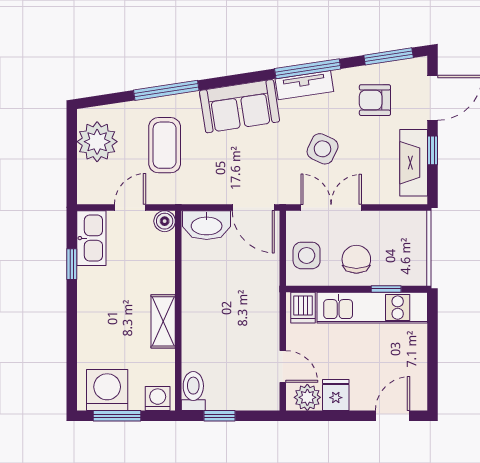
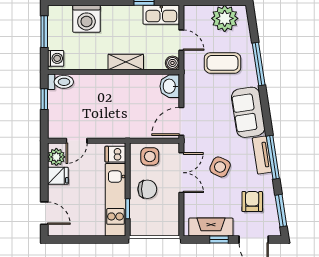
washbasin: (207, 225) -> (170, 86), width x0.72
shelving: (163, 321) -> (126, 62), moved
washing machine: (107, 390) -> (86, 19), moved, turned 90

